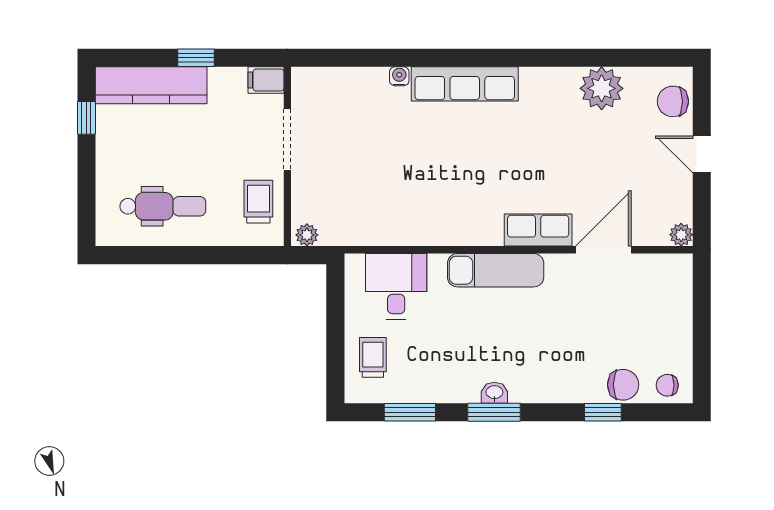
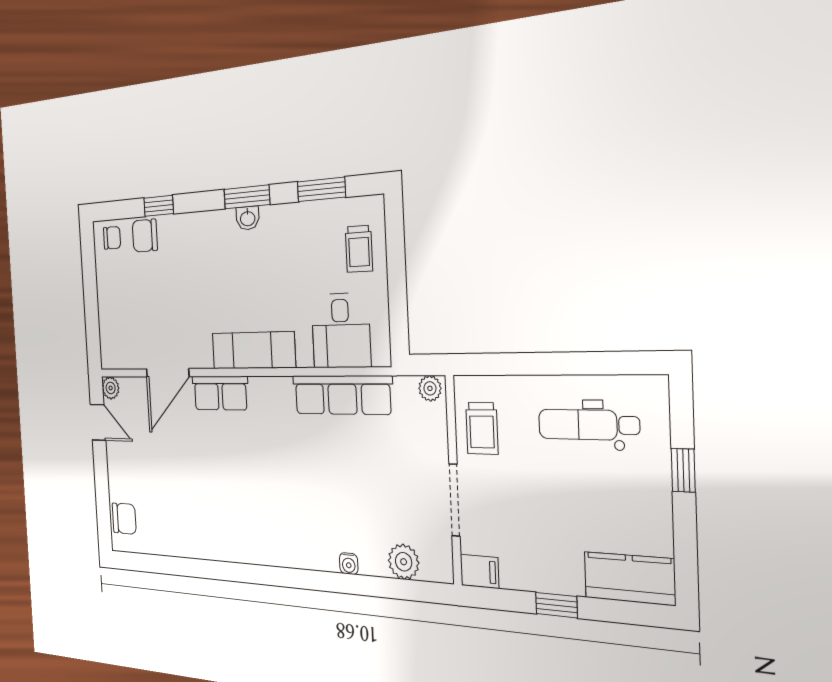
row of seats: (465, 84) -> (342, 395), moved, turned 180
kitchen counter: (151, 85) -> (629, 578), width x0.67
plant: (602, 88) -> (404, 562), moved, width x0.73, depth x0.73
window: (86, 118) -> (683, 470), moved
door: (702, 154) -> (98, 422), moved

